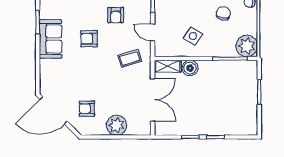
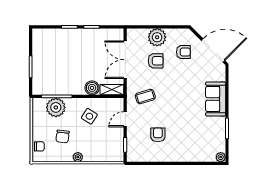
door: (153, 33) -> (125, 119), swing flipped
sofa: (51, 39) -> (216, 99), moved
armchair: (89, 39) -> (156, 61), moved
plant: (247, 46) -> (56, 107), moved

